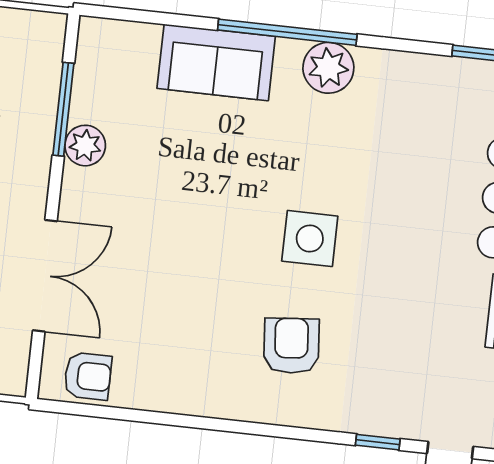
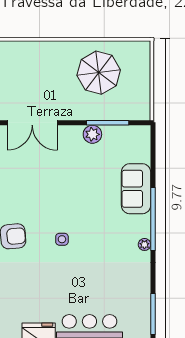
plant: (328, 68) -> (144, 244), width x0.53, depth x0.53
side table: (310, 239) -> (62, 239), width x0.54, depth x0.54

